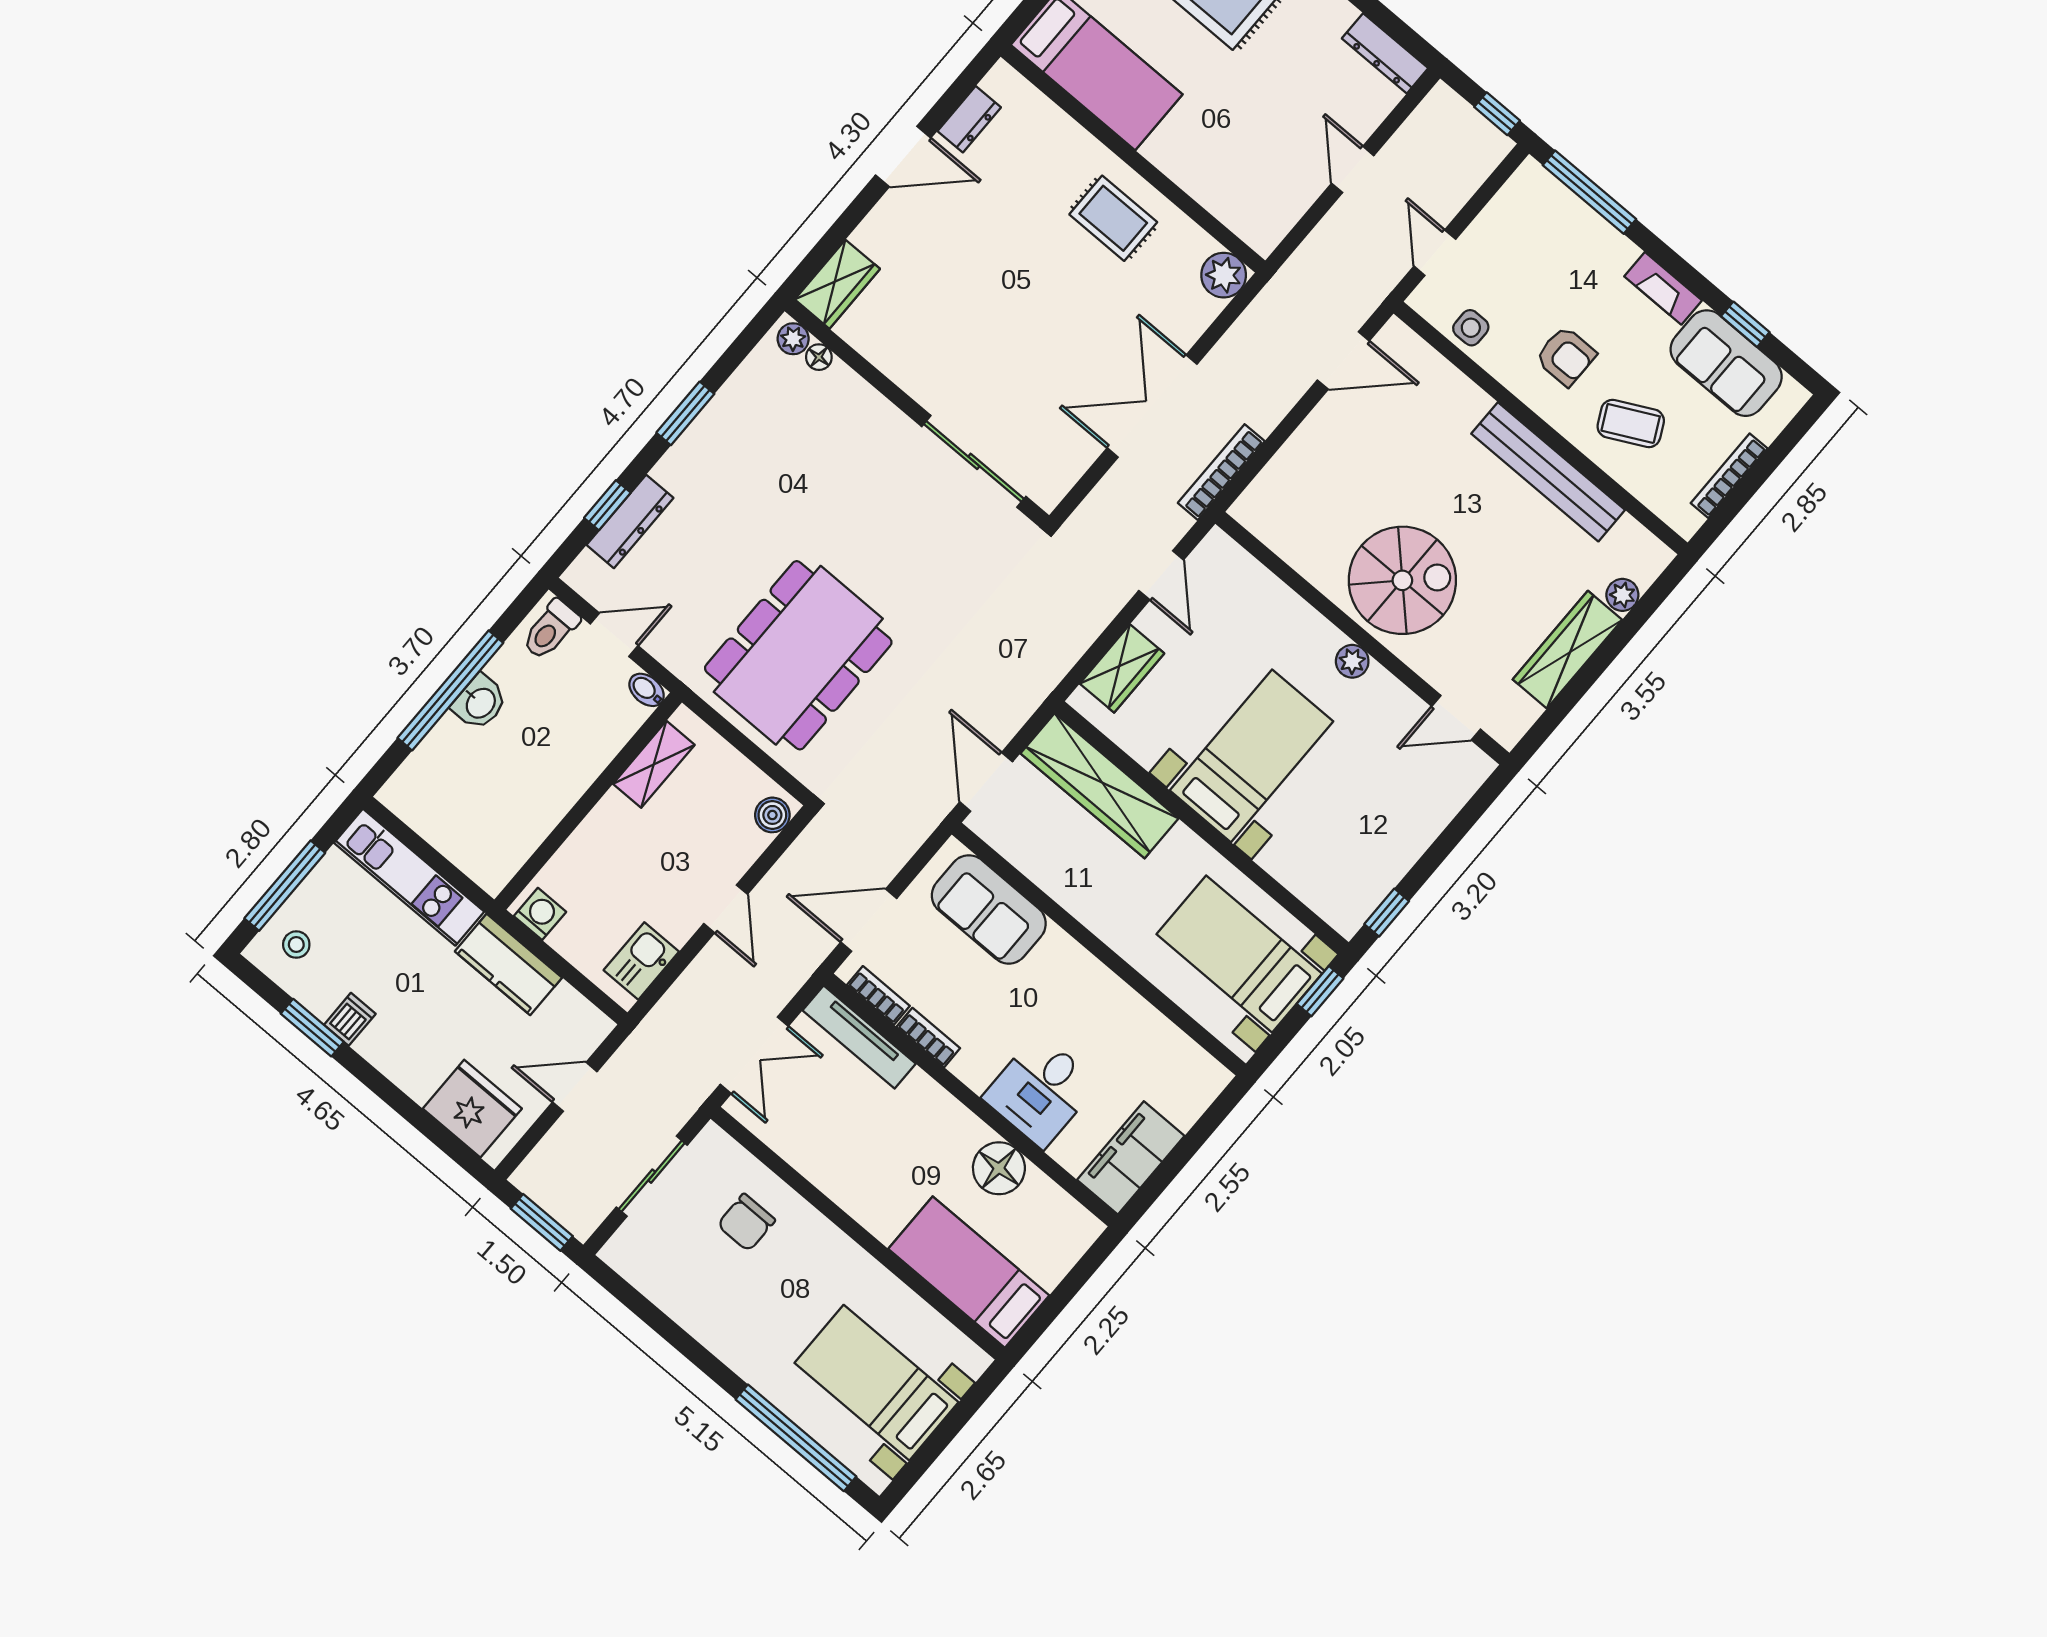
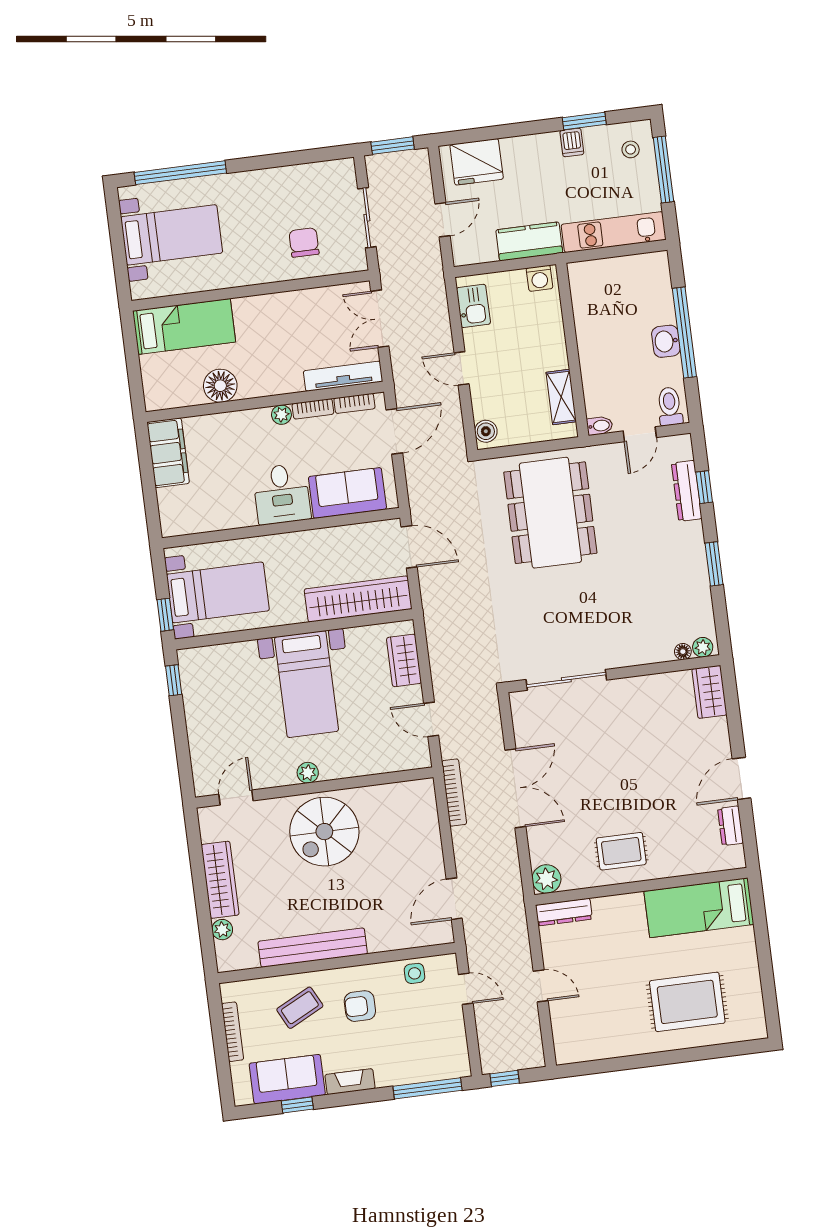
dresser: (1385, 53) -> (564, 912), moved, turned 180
plant: (968, 1067) -> (281, 415), added
desk: (1041, 1091) -> (282, 494), moved, turned 180

